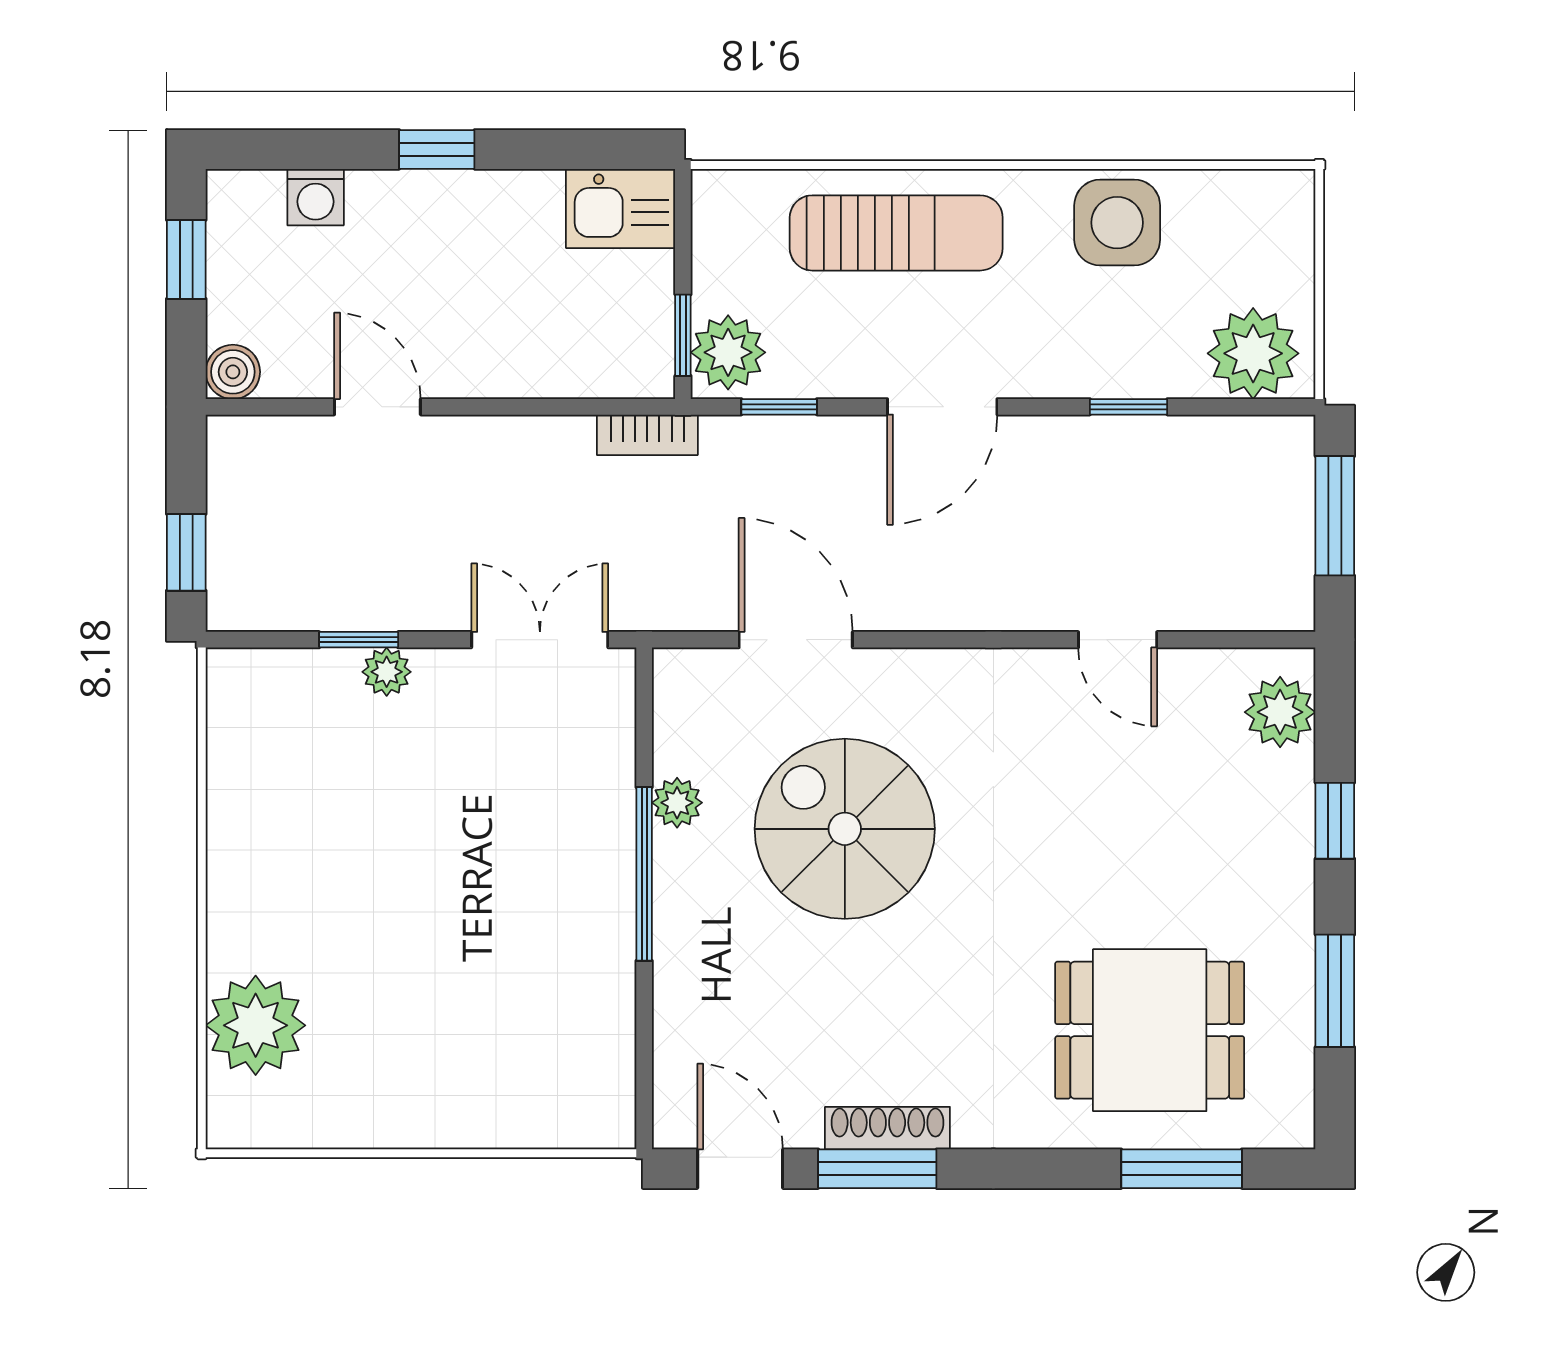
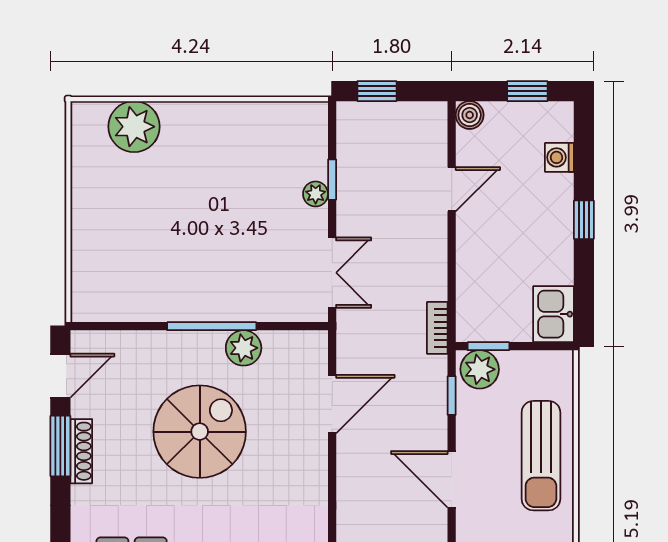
plant: (677, 803) -> (244, 348), width x1.38, depth x1.38
spiral stairs: (845, 829) -> (200, 432), moved

